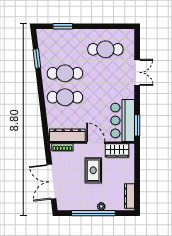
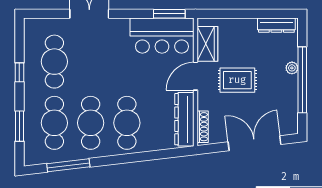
window: (98, 26) -> (19, 72), added
cafe table: (65, 49) -> (54, 123), added
window: (37, 59) -> (68, 165), width x1.44
double door: (51, 182) -> (254, 143), swing flipped

